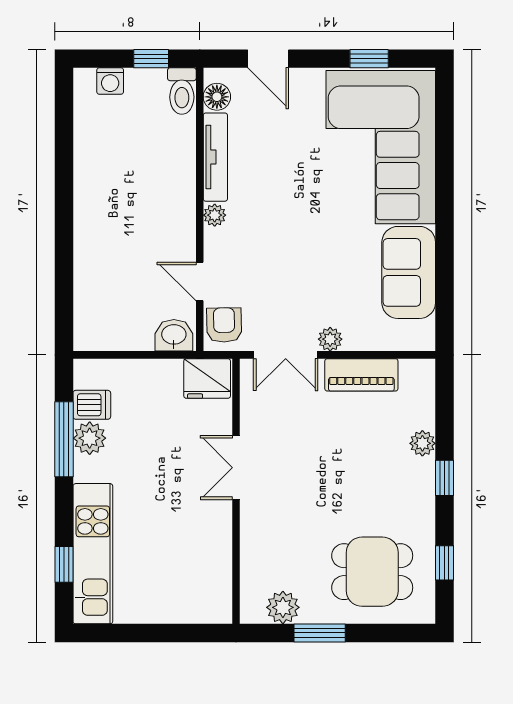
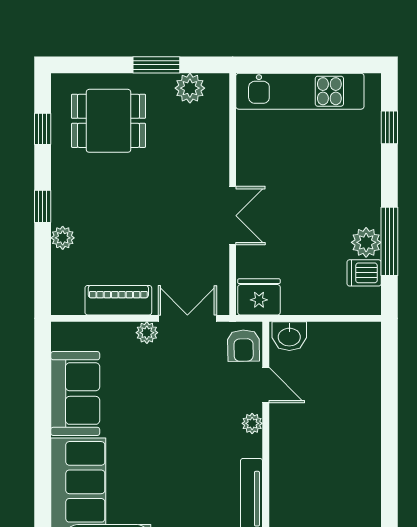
plant: (215, 215) -> (252, 423), moved
kitchen unit: (93, 554) -> (300, 91), moved, turned -90

